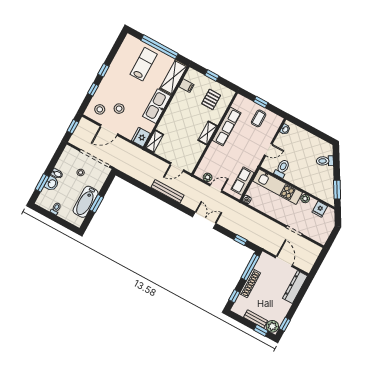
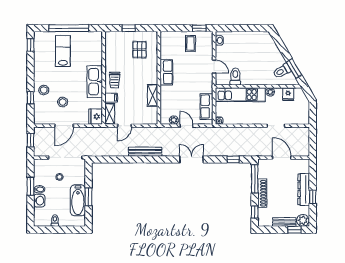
window: (103, 70) -> (30, 45), moved
shelving: (173, 77) -> (96, 48), removed
filing cabinet: (186, 86) -> (111, 98), moved
window: (261, 102) -> (199, 28), moved
stool: (100, 109) -> (44, 90), moved
trolley: (175, 114) -> (115, 80), added
row of seats: (227, 127) -> (166, 72), width x0.68
shelving: (208, 133) -> (153, 95), moved
door: (268, 150) -> (214, 66), hinge flipped
toilet: (325, 161) -> (282, 71), moved
door: (177, 167) -> (124, 126), moved
window: (42, 183) -> (30, 186), moved
door: (216, 188) -> (186, 126), hinge flipped
dresser: (295, 287) -> (304, 189), moved
window: (285, 324) -> (313, 197), moved

